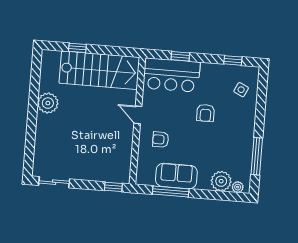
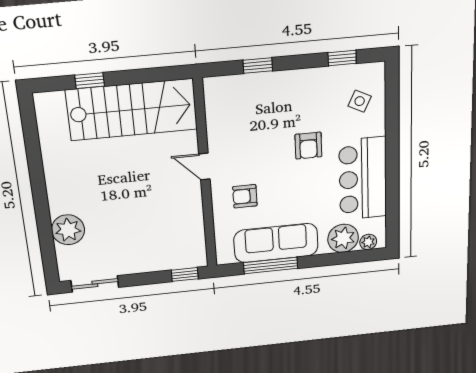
bar counter: (172, 75) -> (363, 179), moved, turned 90
plant: (48, 103) -> (68, 230), moved
window: (257, 156) -> (392, 194), removed
sofa: (176, 176) -> (276, 243), width x1.36

